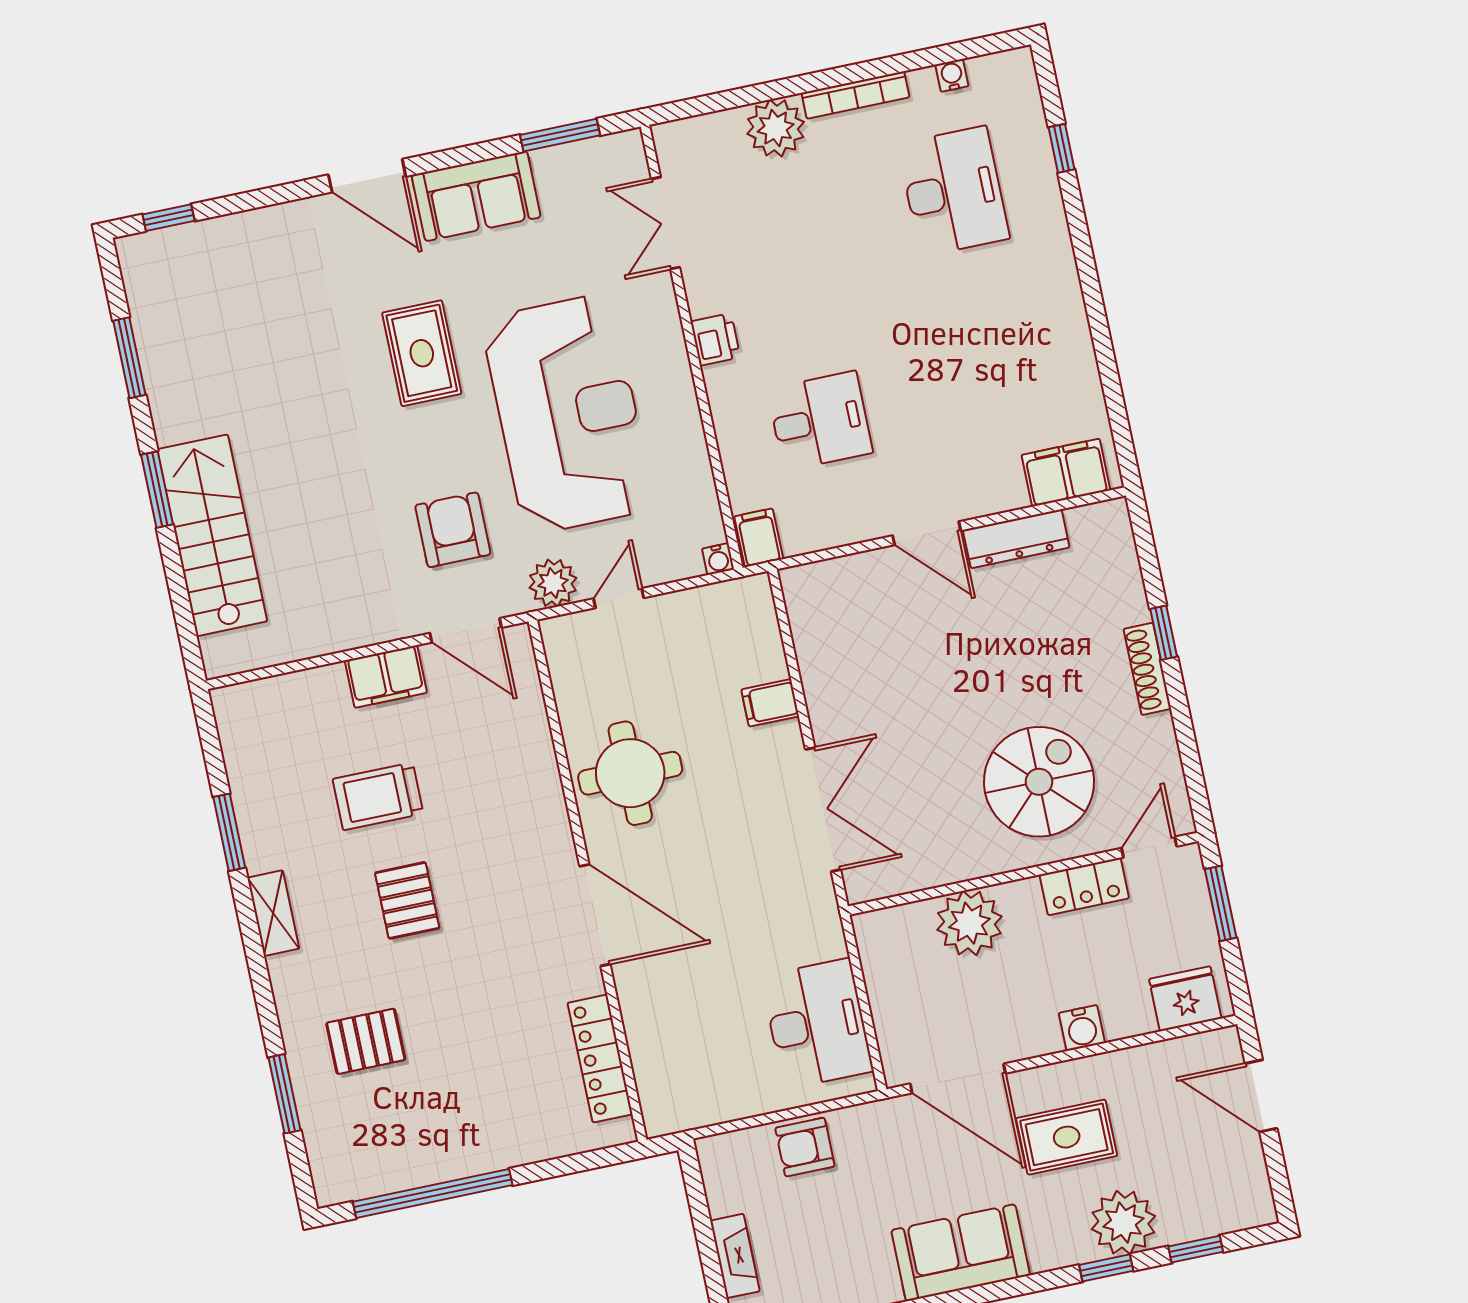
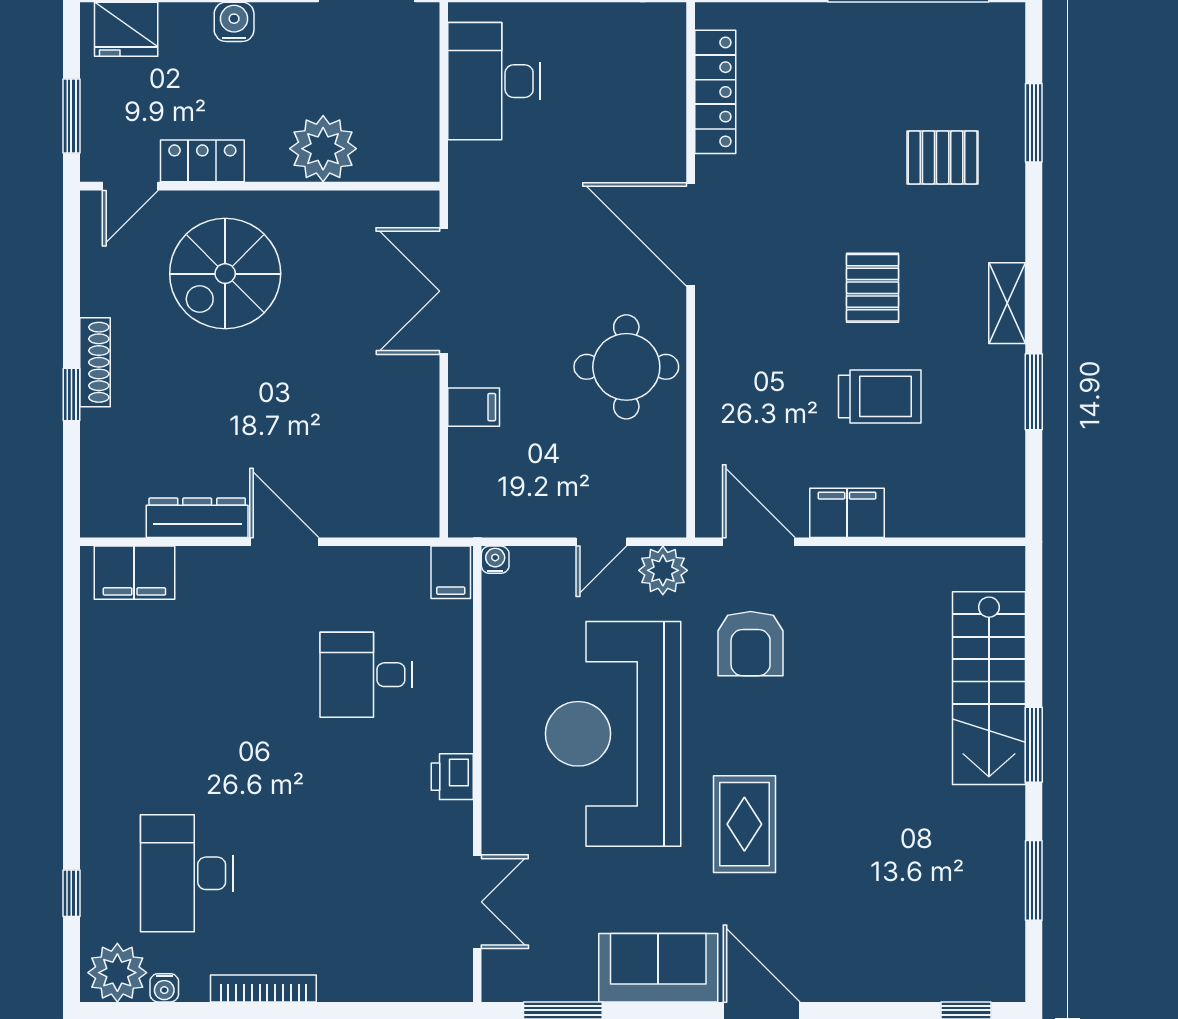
plant: (776, 128) -> (117, 973), moved

